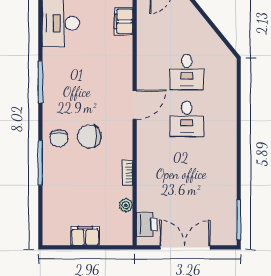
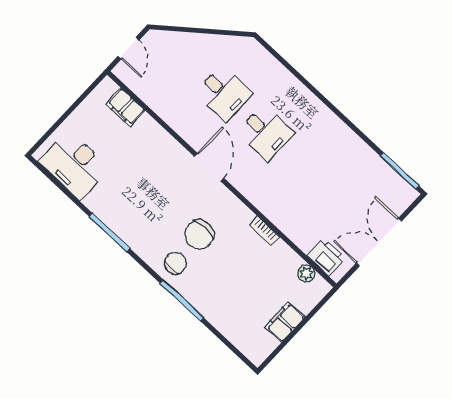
chair: (59, 138) -> (176, 263), turned -90
plant: (126, 205) -> (306, 273), moved

